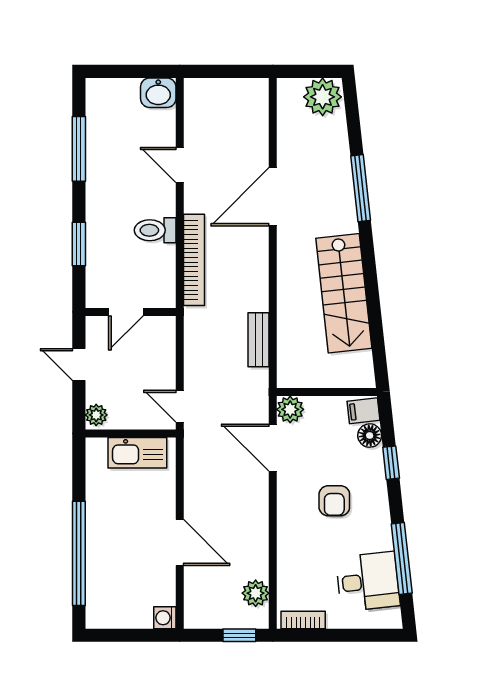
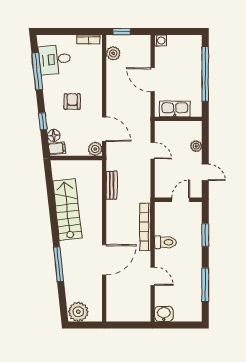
wall: (131, 433) -> (178, 119), moved
kitchen sink: (137, 453) -> (175, 109), moved

